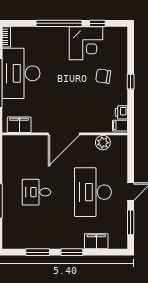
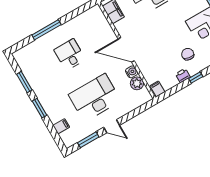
printer: (121, 112) -> (183, 76), moved
water cooler: (89, 141) -> (132, 72), added
filing cabinet: (96, 241) -> (61, 126), width x0.50

